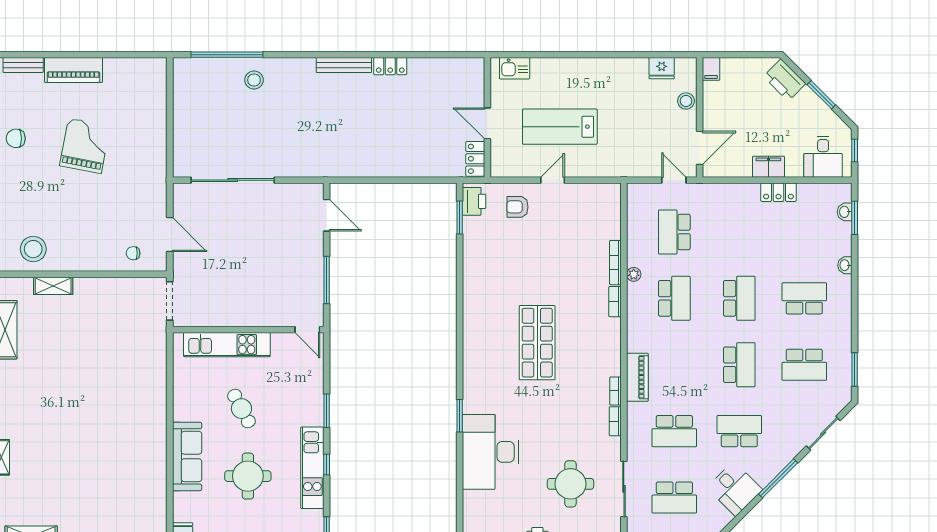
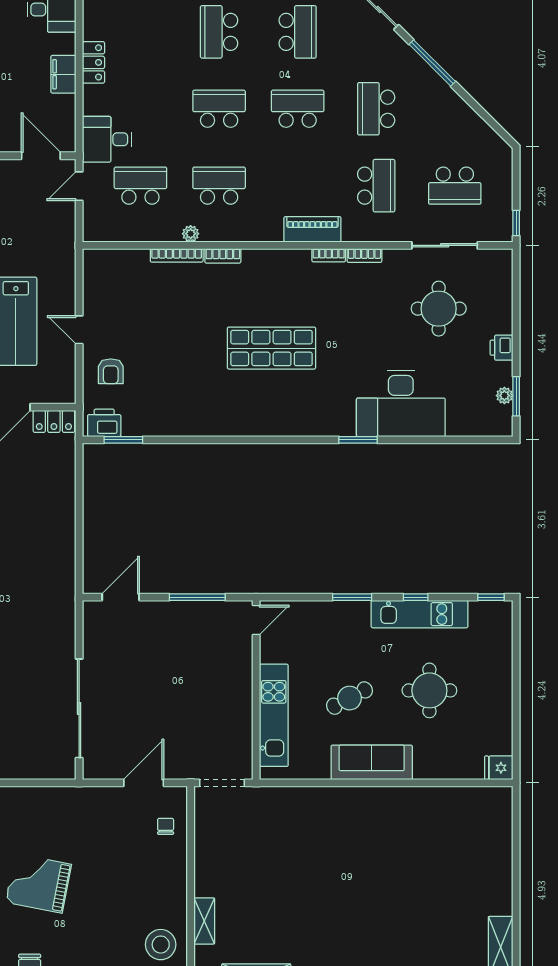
school desk: (674, 232) -> (140, 186), turned 180
chair: (133, 253) -> (166, 826), turned 180
sofa: (187, 456) -> (372, 762), moved
desk: (735, 489) -> (107, 139), moved, turned -135
school desk: (674, 497) -> (455, 186), turned 90

